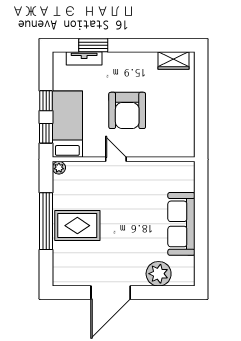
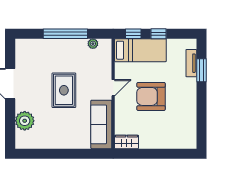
wardrobe: (173, 60) -> (127, 142), moved, turned 90
plant: (59, 168) -> (93, 44), moved
sofa: (181, 224) -> (101, 124), moved, turned -90
rug: (77, 226) -> (64, 90), moved

